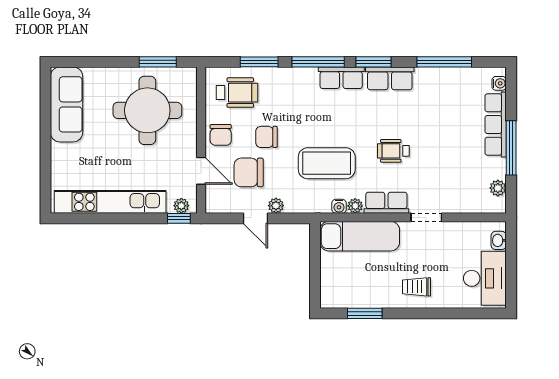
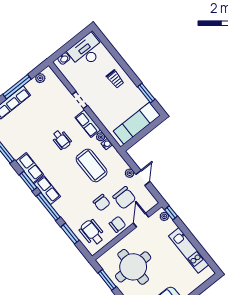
kitchen unit: (110, 202) -> (189, 250), width x0.73
exam couch: (360, 236) -> (137, 123), moved, turned -90

